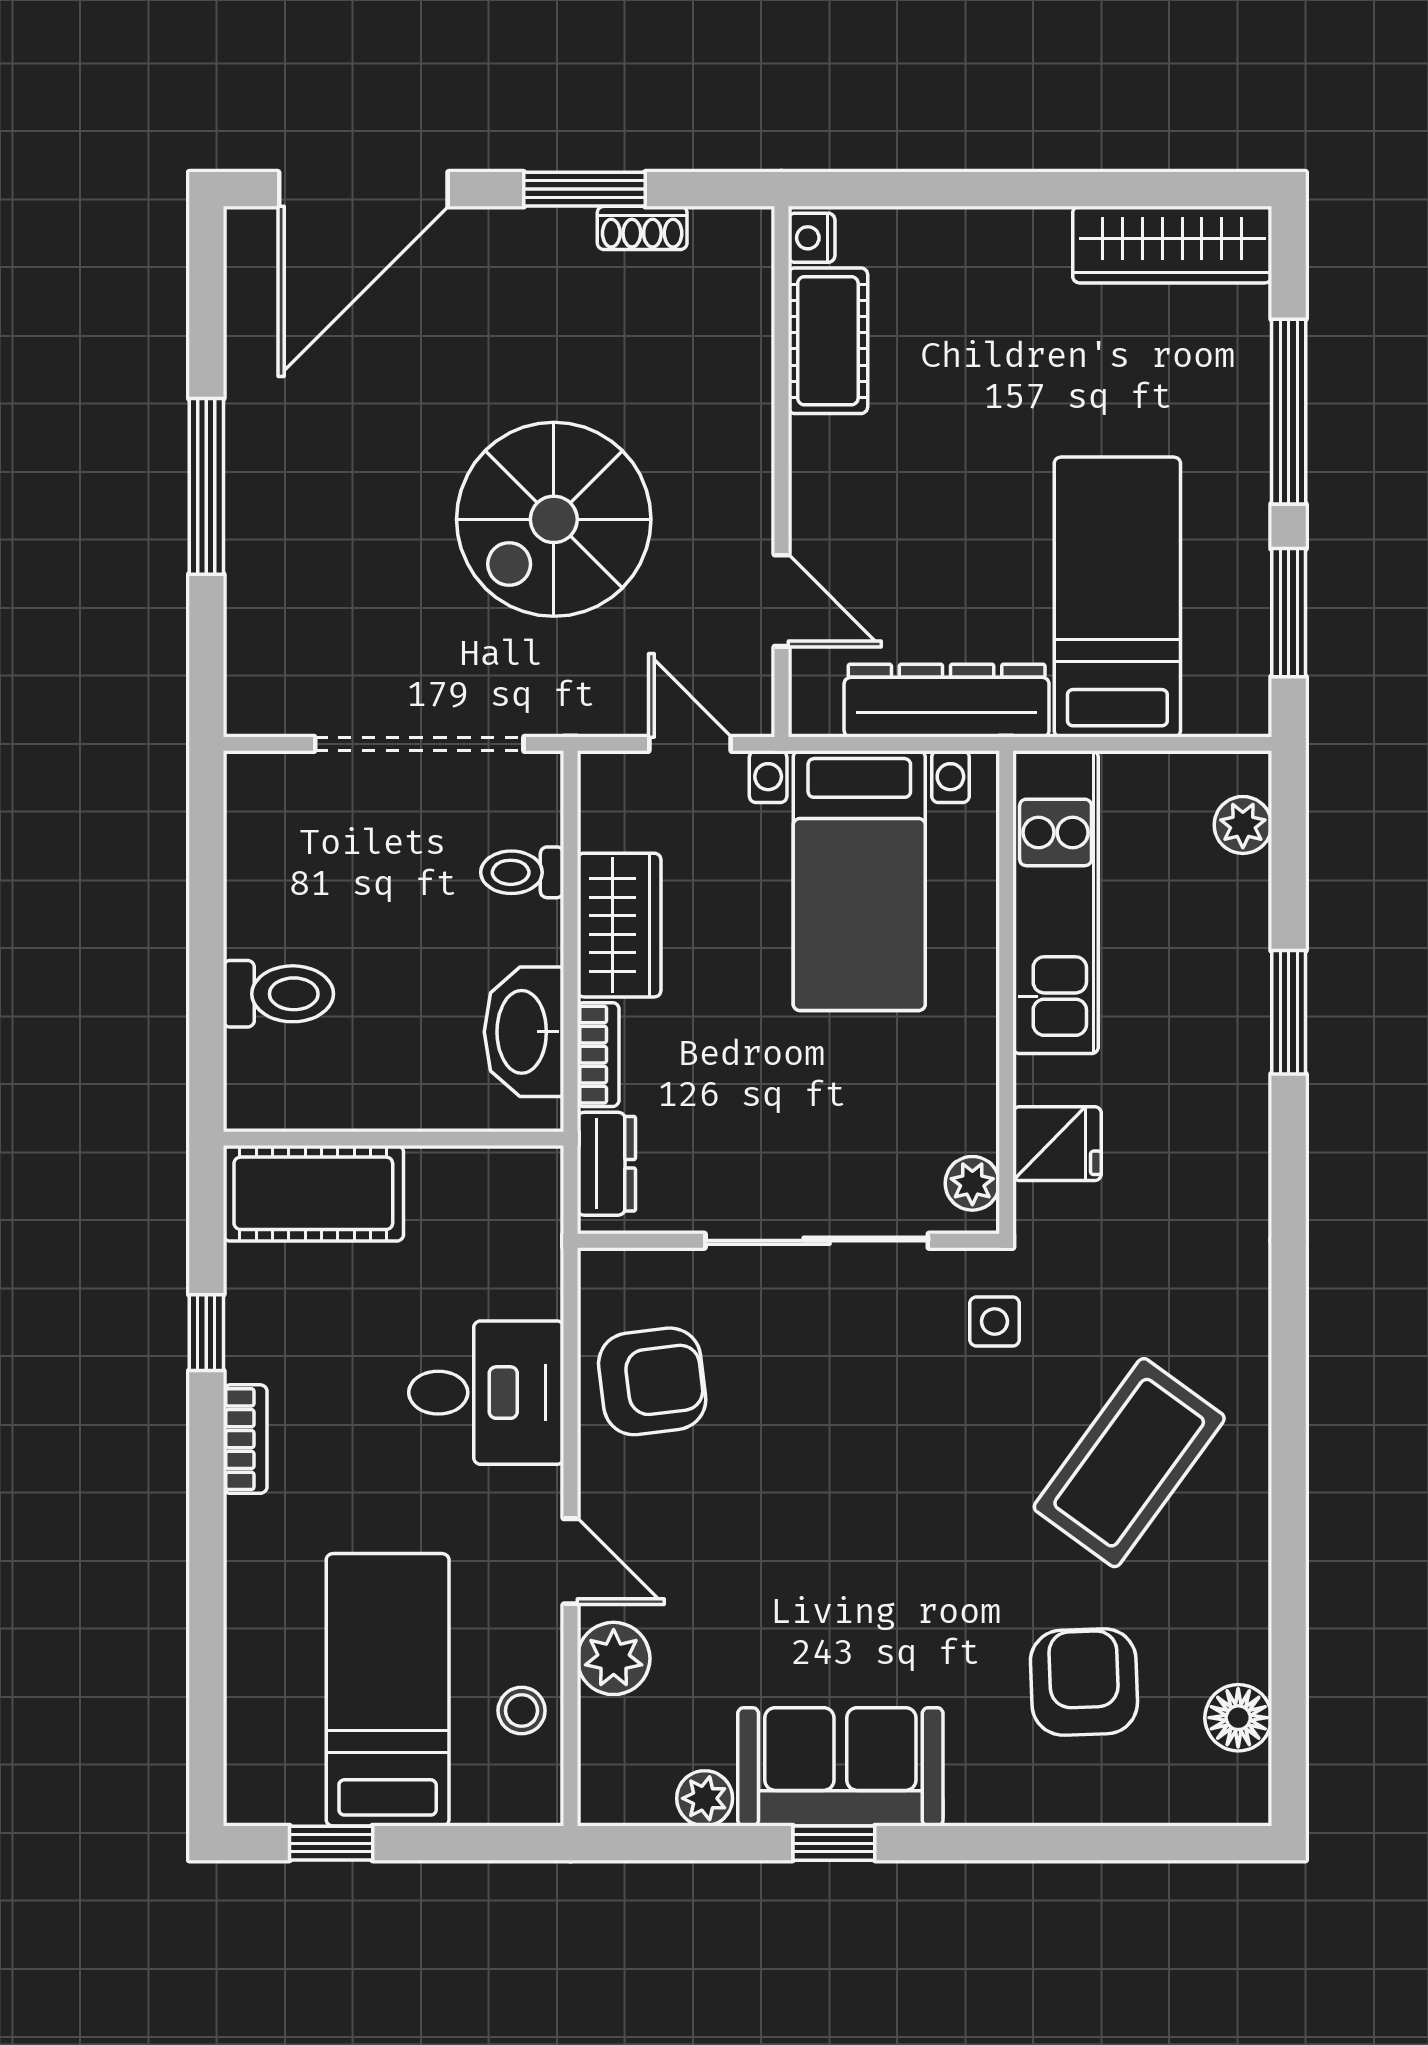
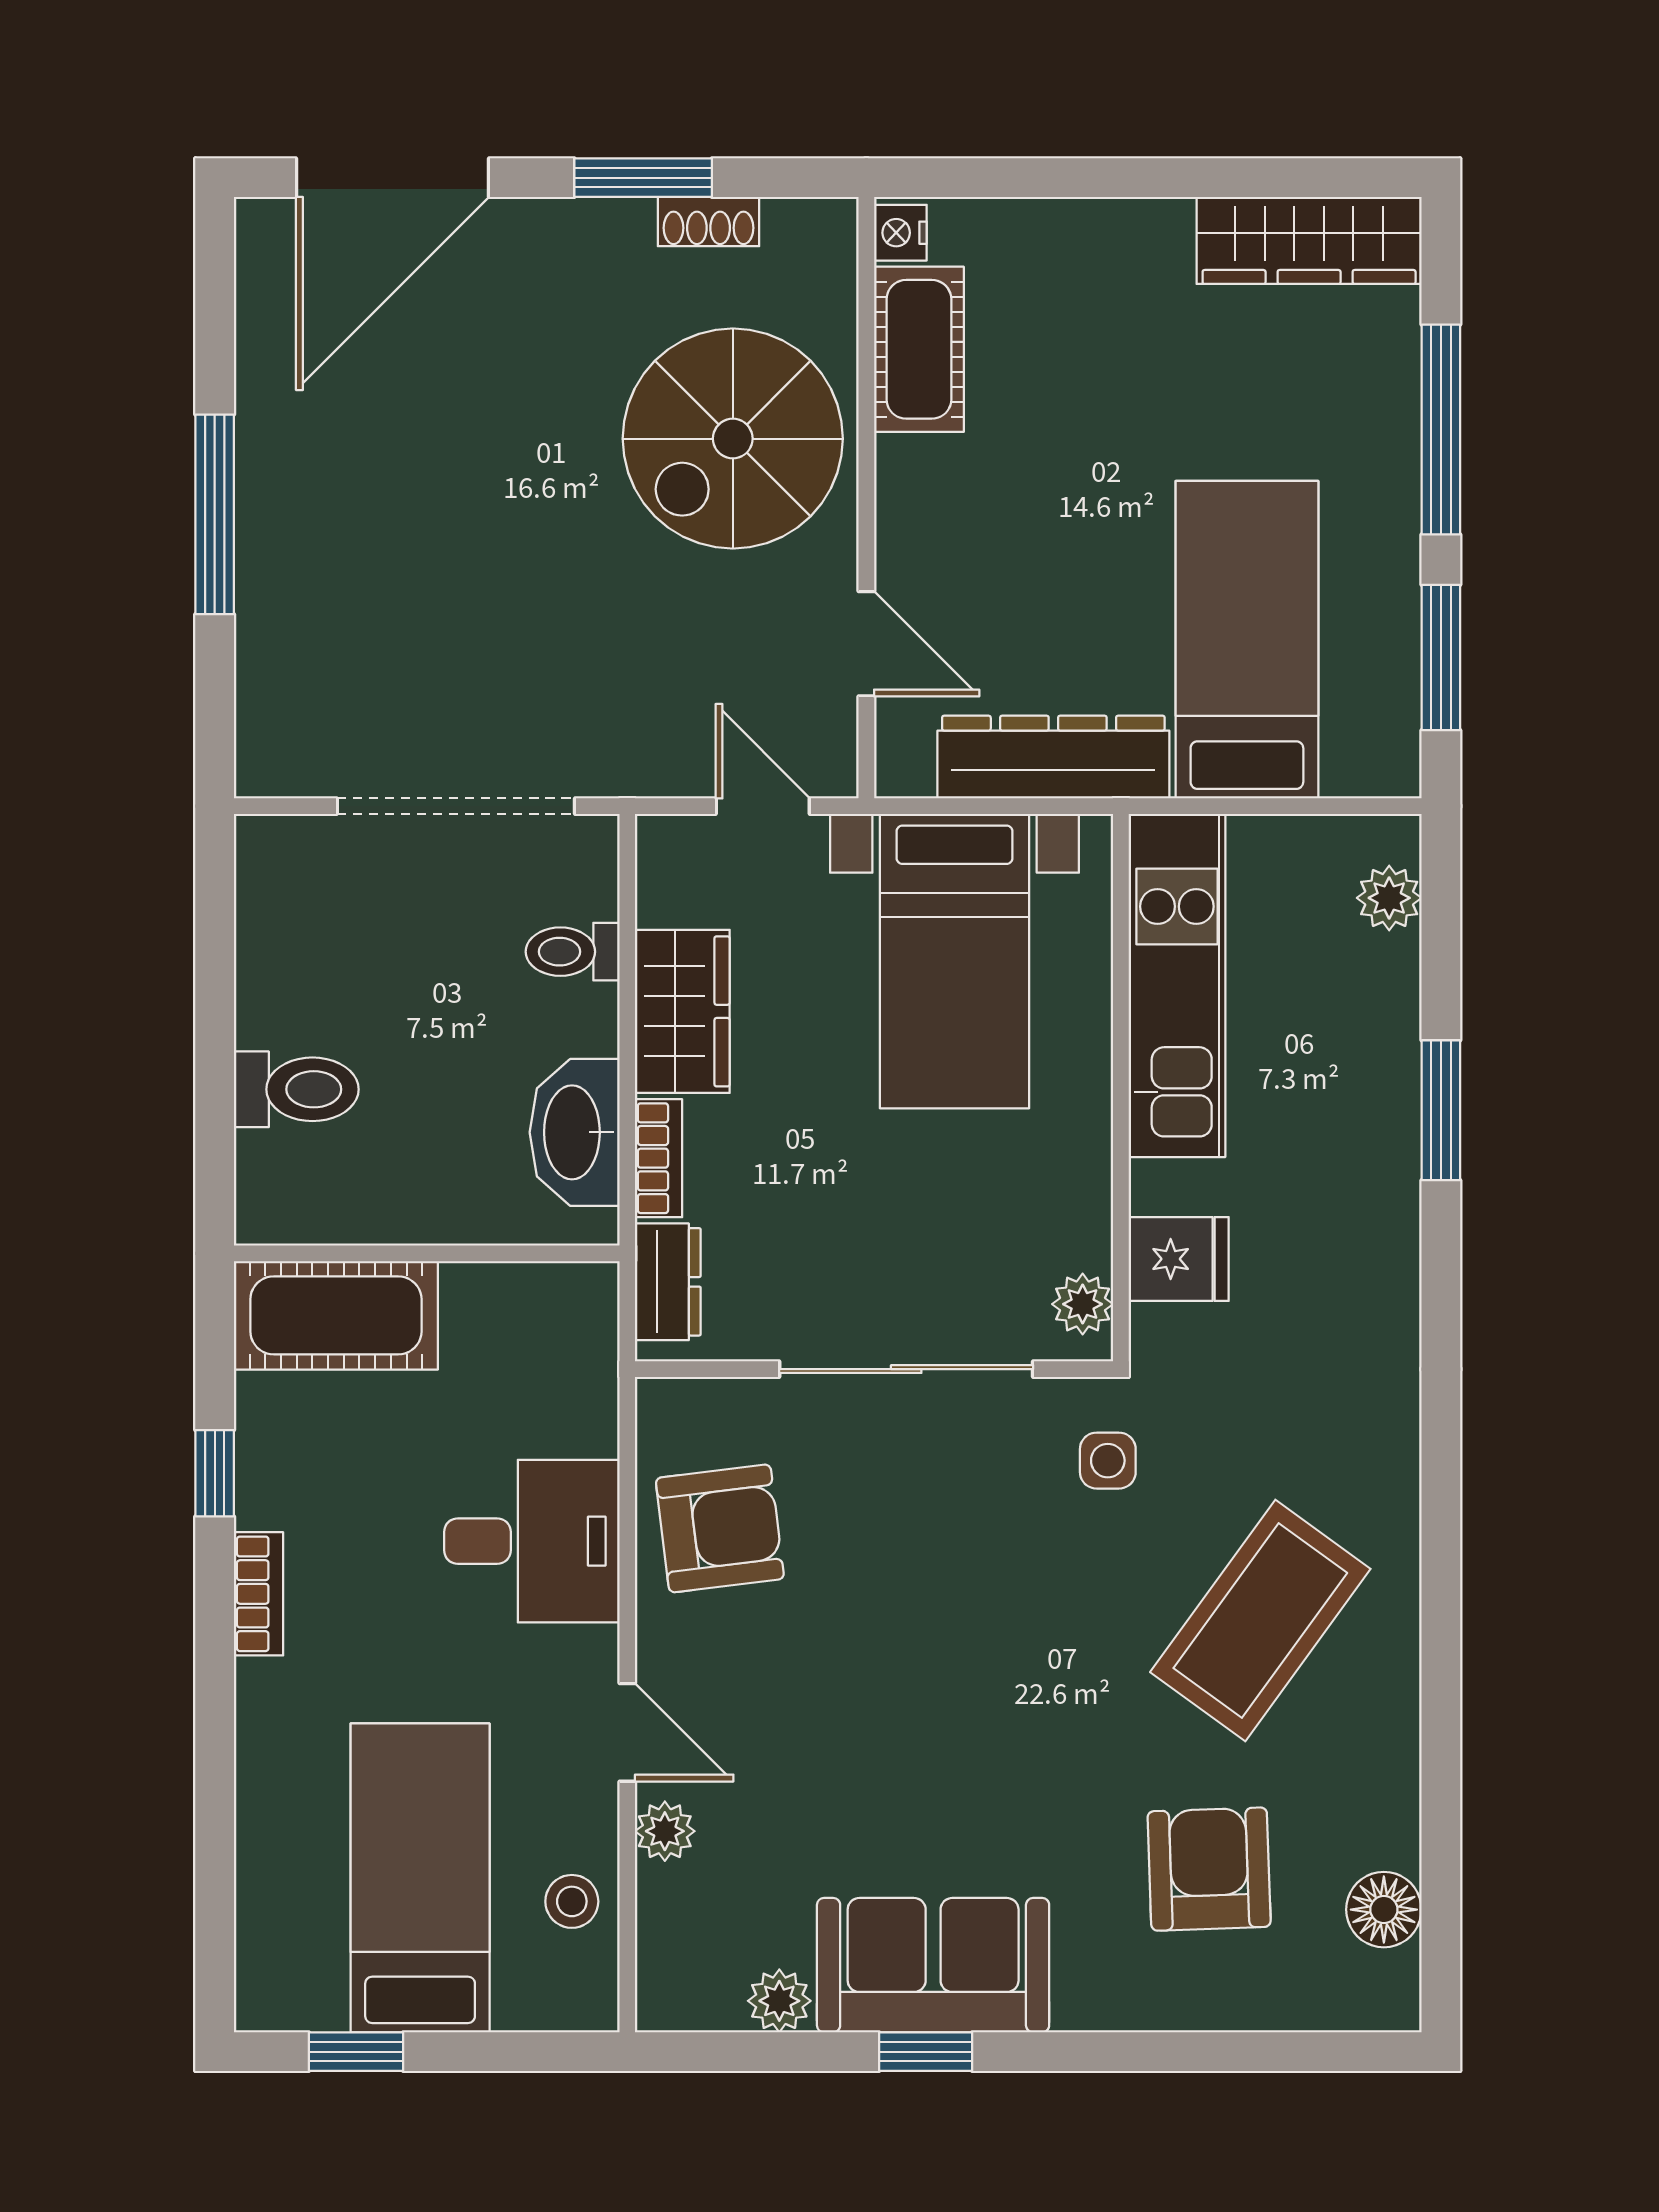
spiral stairs: (554, 519) -> (733, 439), moved
plant: (614, 1658) -> (665, 1831), width x0.73, depth x0.73

